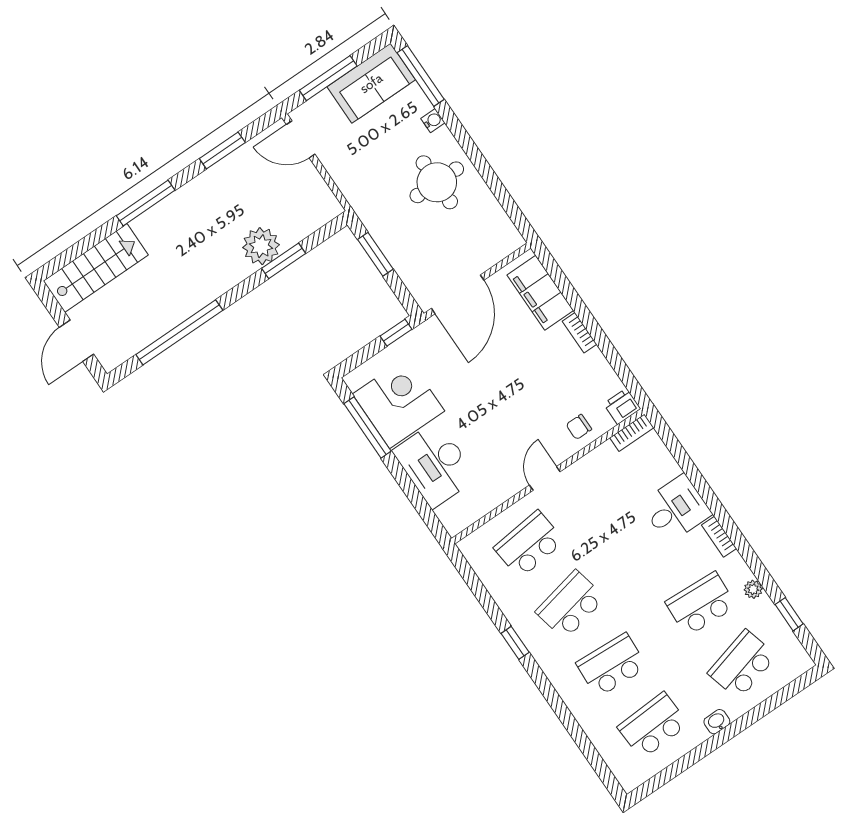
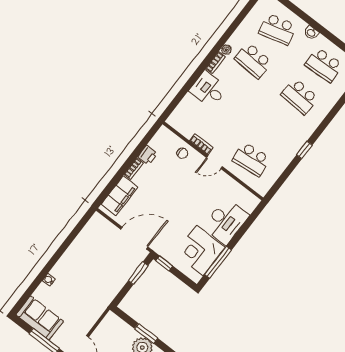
window: (421, 76) -> (28, 294), removed
round table: (437, 182) -> (80, 268), removed
window: (375, 254) -> (138, 273), moved
printer: (622, 406) -> (148, 155), moved, turned -90
bookcase: (632, 433) -> (201, 144), moved
plant: (753, 589) -> (226, 50), moved
school desk: (570, 605) -> (275, 128), removed
window: (789, 614) -> (244, 13), removed

